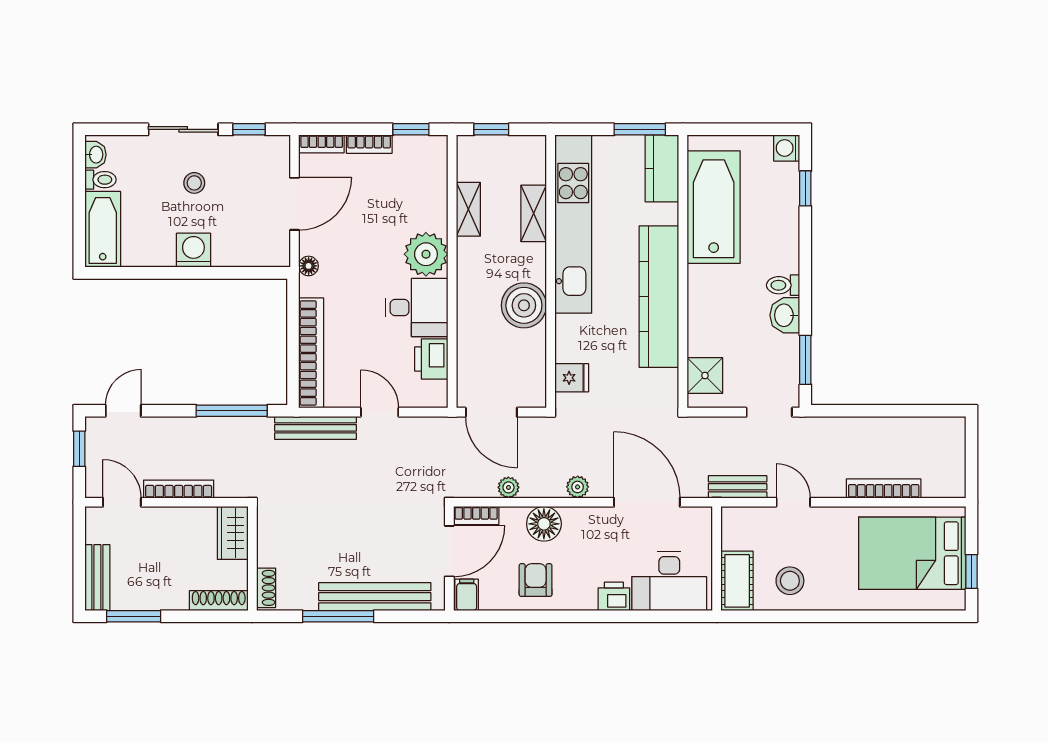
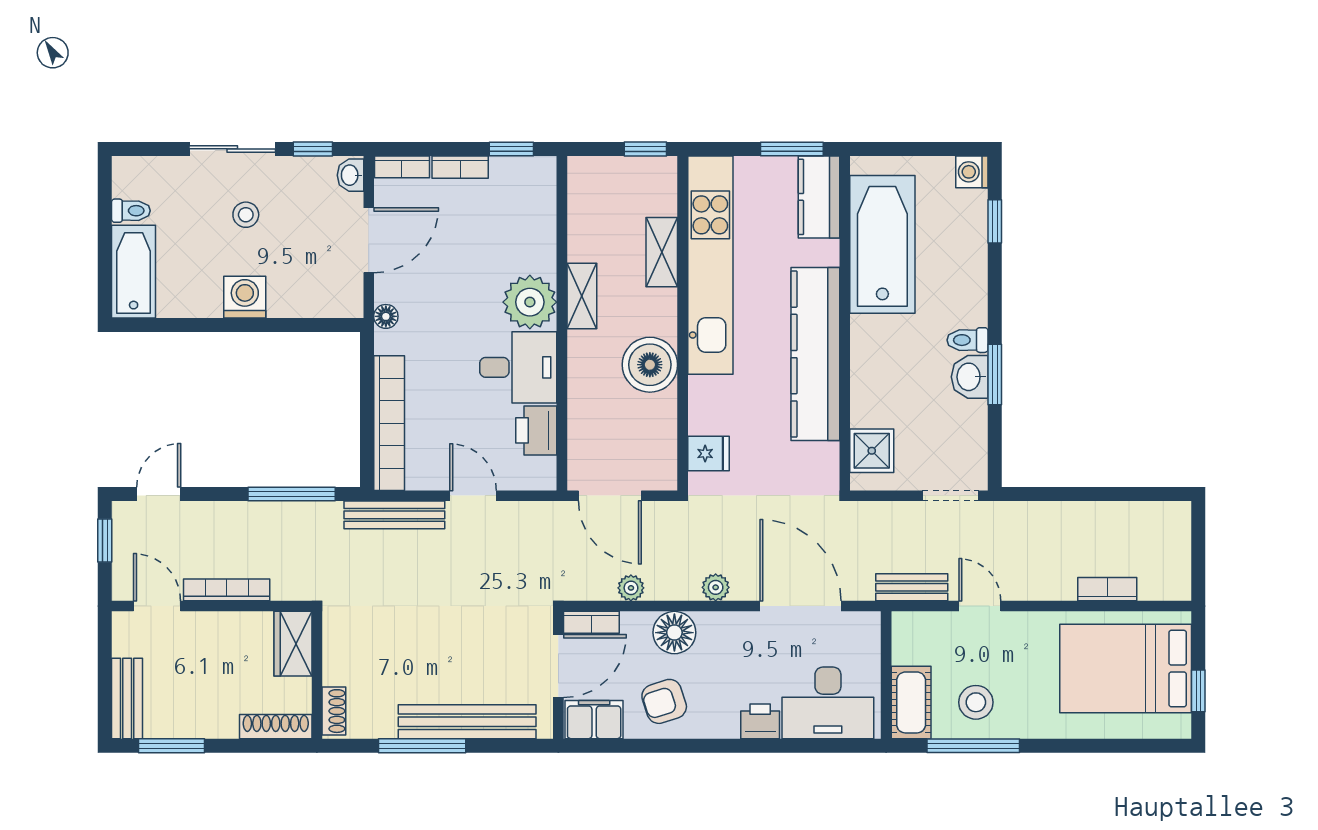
window: (491, 129) -> (645, 149), moved
washbasin: (96, 155) -> (350, 175), moved, turned 180
shelving: (468, 209) -> (582, 296), moved
window: (805, 360) -> (995, 375), moved
bookcase: (884, 488) -> (1107, 589), width x0.64
armchair: (536, 580) -> (664, 701), turned -108
filing cabinet: (467, 595) -> (594, 720), width x2.00
window: (788, 616) -> (973, 746), added

